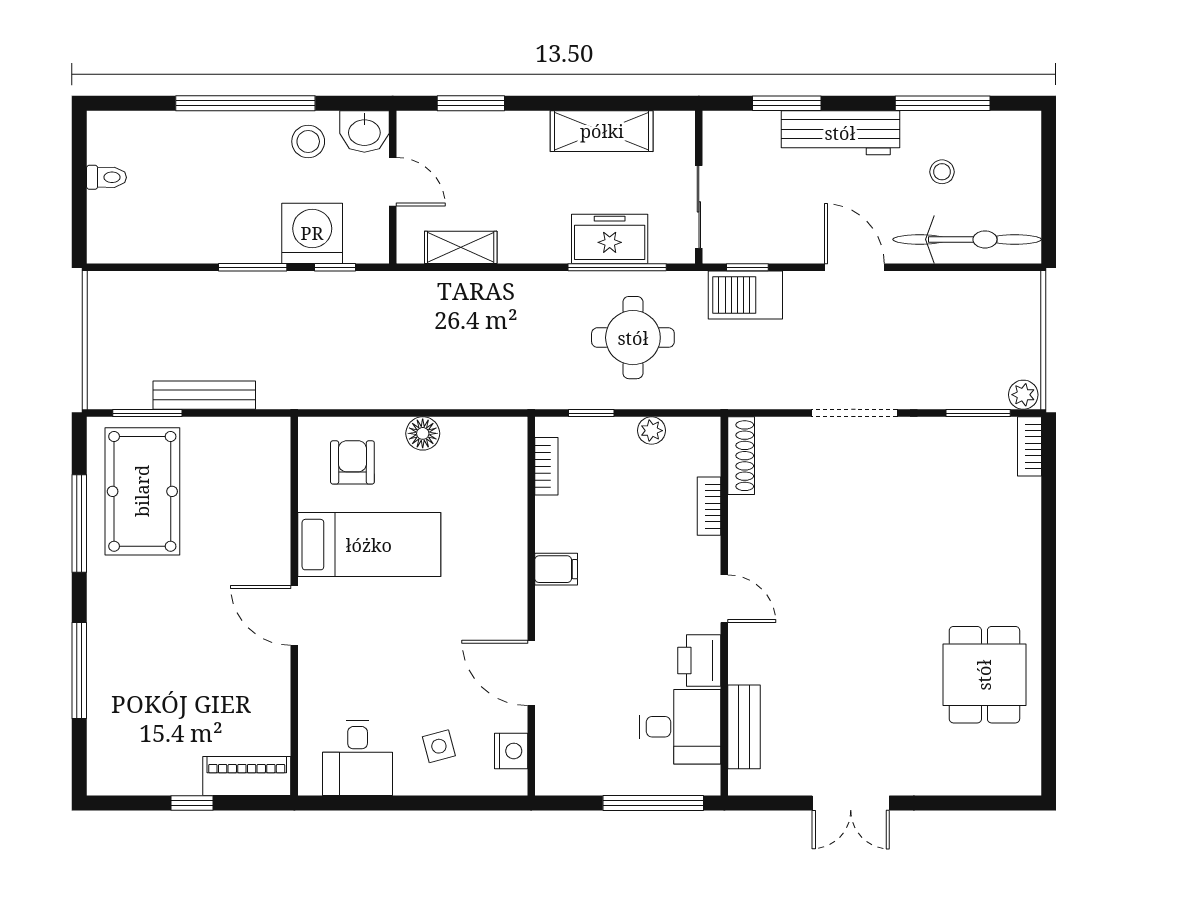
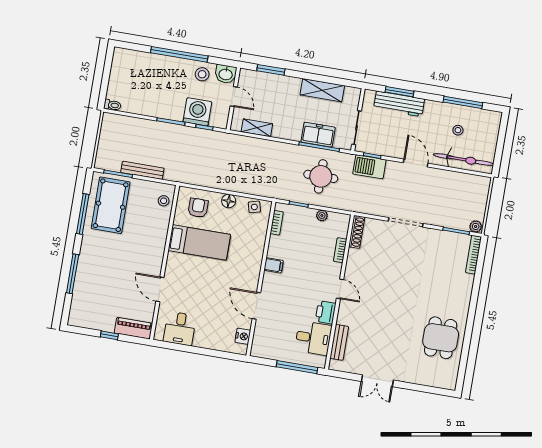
workbench: (840, 133) -> (399, 104), moved
toilet: (106, 177) -> (112, 105), moved
bookcase: (1030, 446) -> (473, 255), width x1.56
stool: (267, 459) -> (164, 201), added
door: (294, 615) -> (160, 289), moved
side table: (439, 746) -> (254, 207), moved

